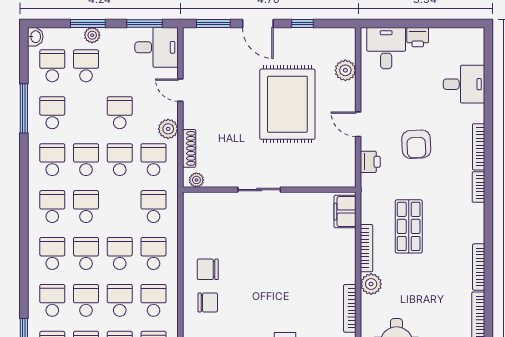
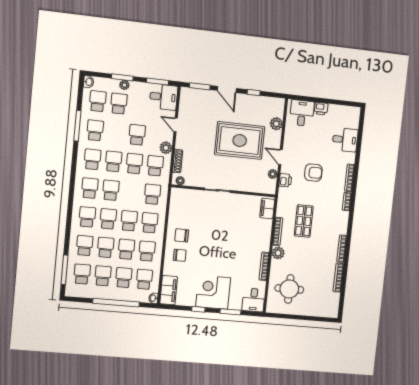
rug: (287, 104) -> (240, 141), turned 90
armchair: (416, 144) -> (313, 173), turned -87
plant: (348, 154) -> (273, 174), added

